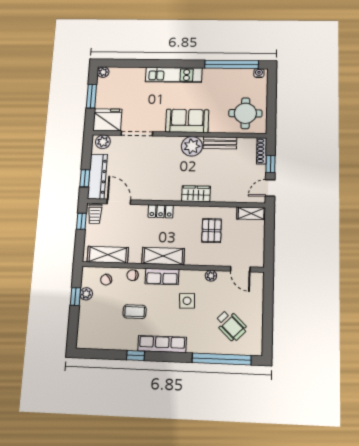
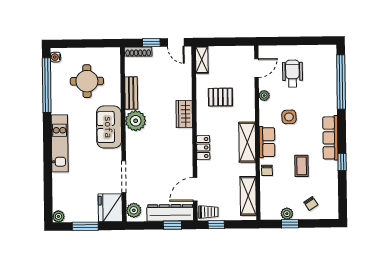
round table: (245, 113) -> (87, 81), moved
chair: (106, 280) -> (311, 203), moved
wheelchair: (231, 325) -> (292, 73), moved, turned -44

